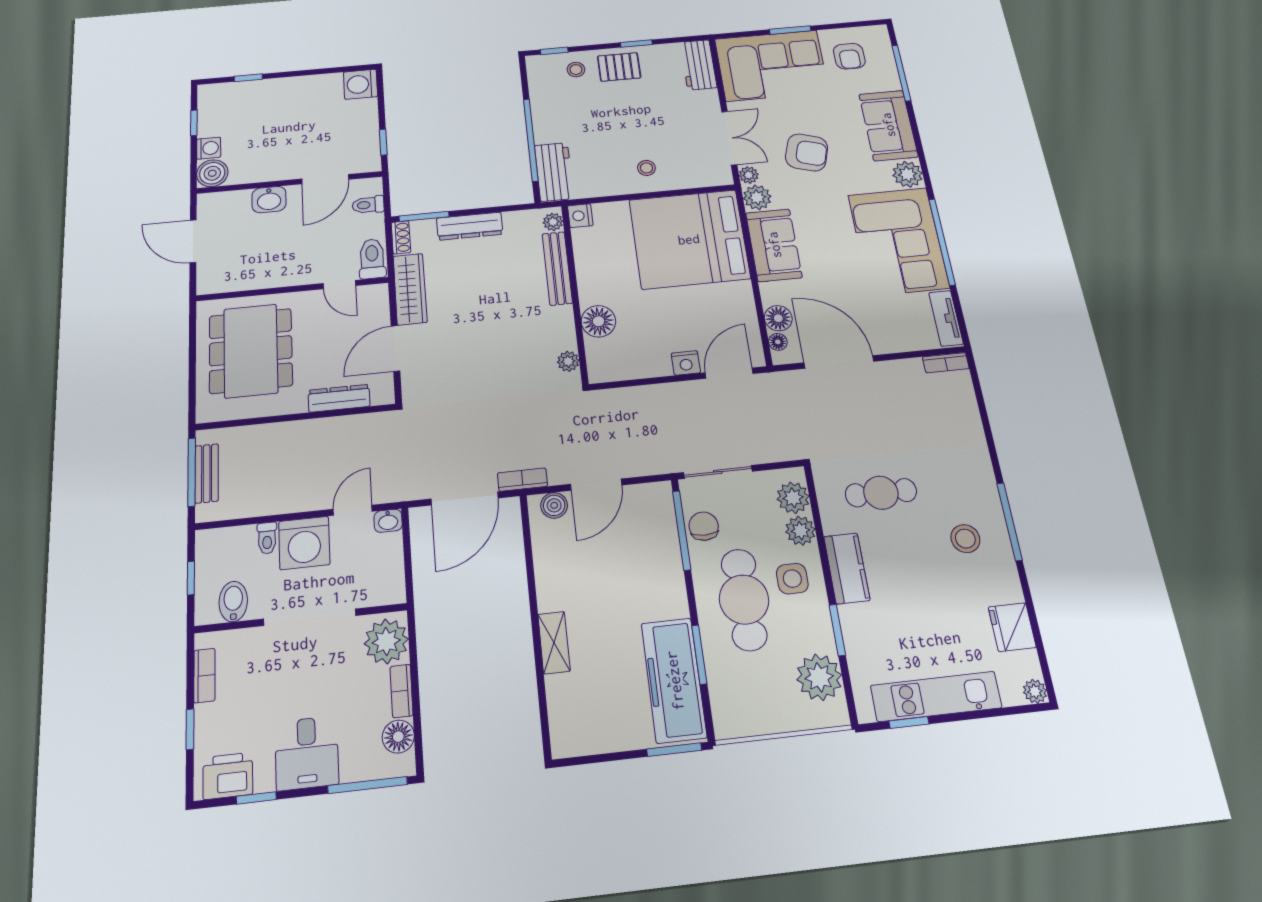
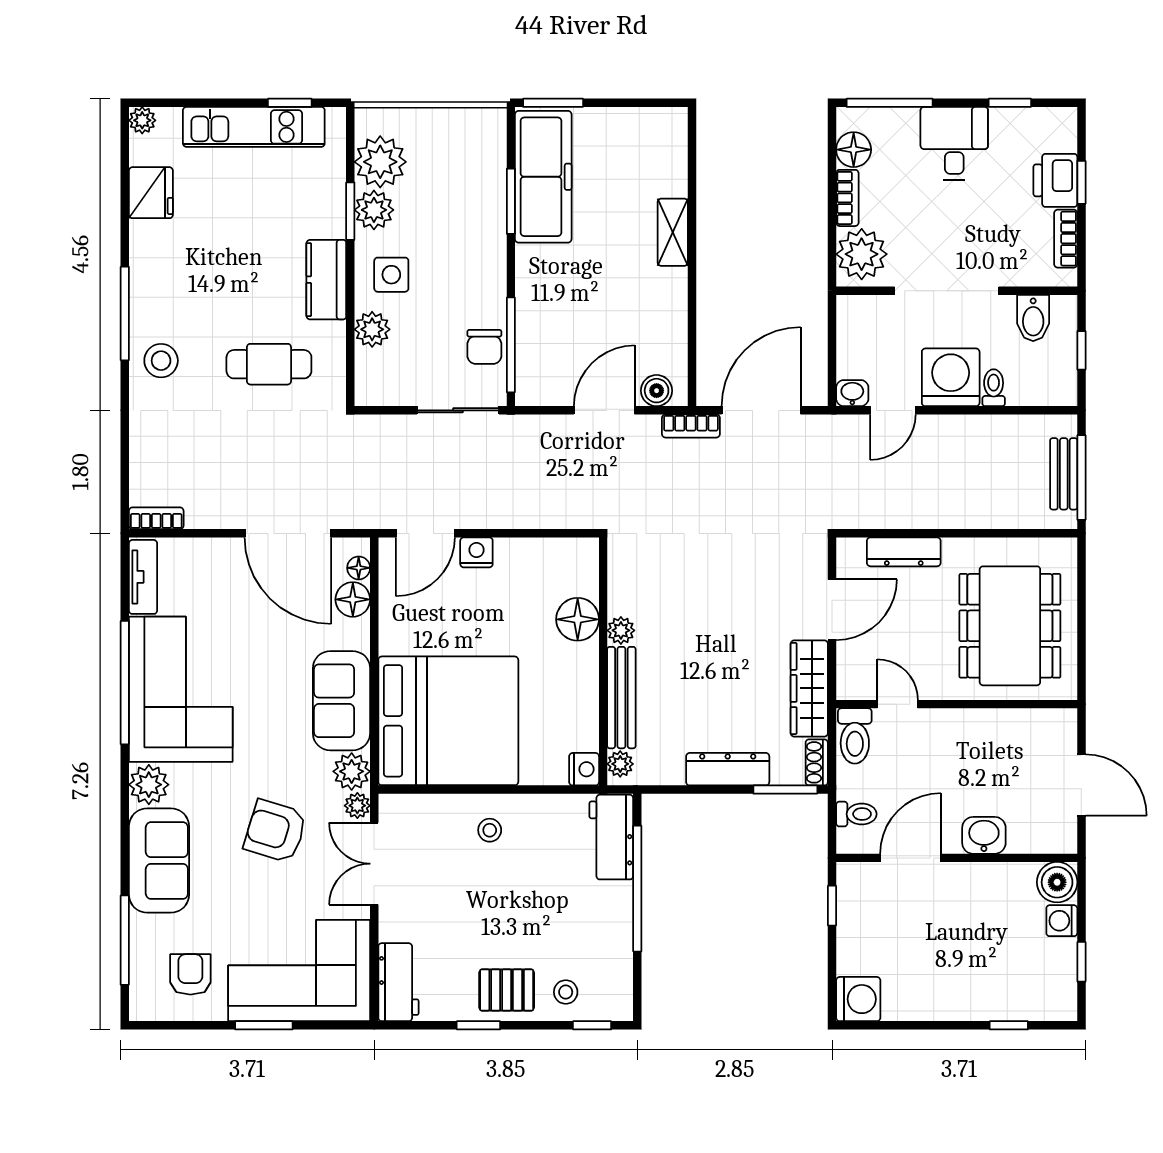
plant: (568, 361) -> (621, 630), moved
plant: (793, 498) -> (374, 210), moved
stool: (965, 539) -> (161, 361), moved
cafe table: (744, 600) -> (451, 257), removed
printer: (228, 776) -> (1055, 180), moved, turned 90

